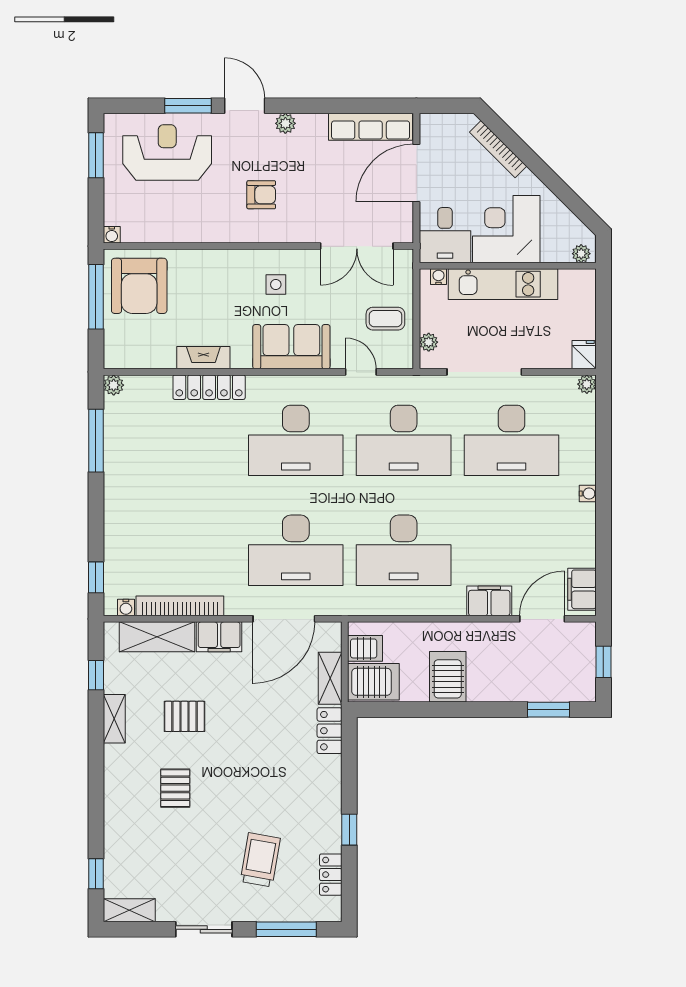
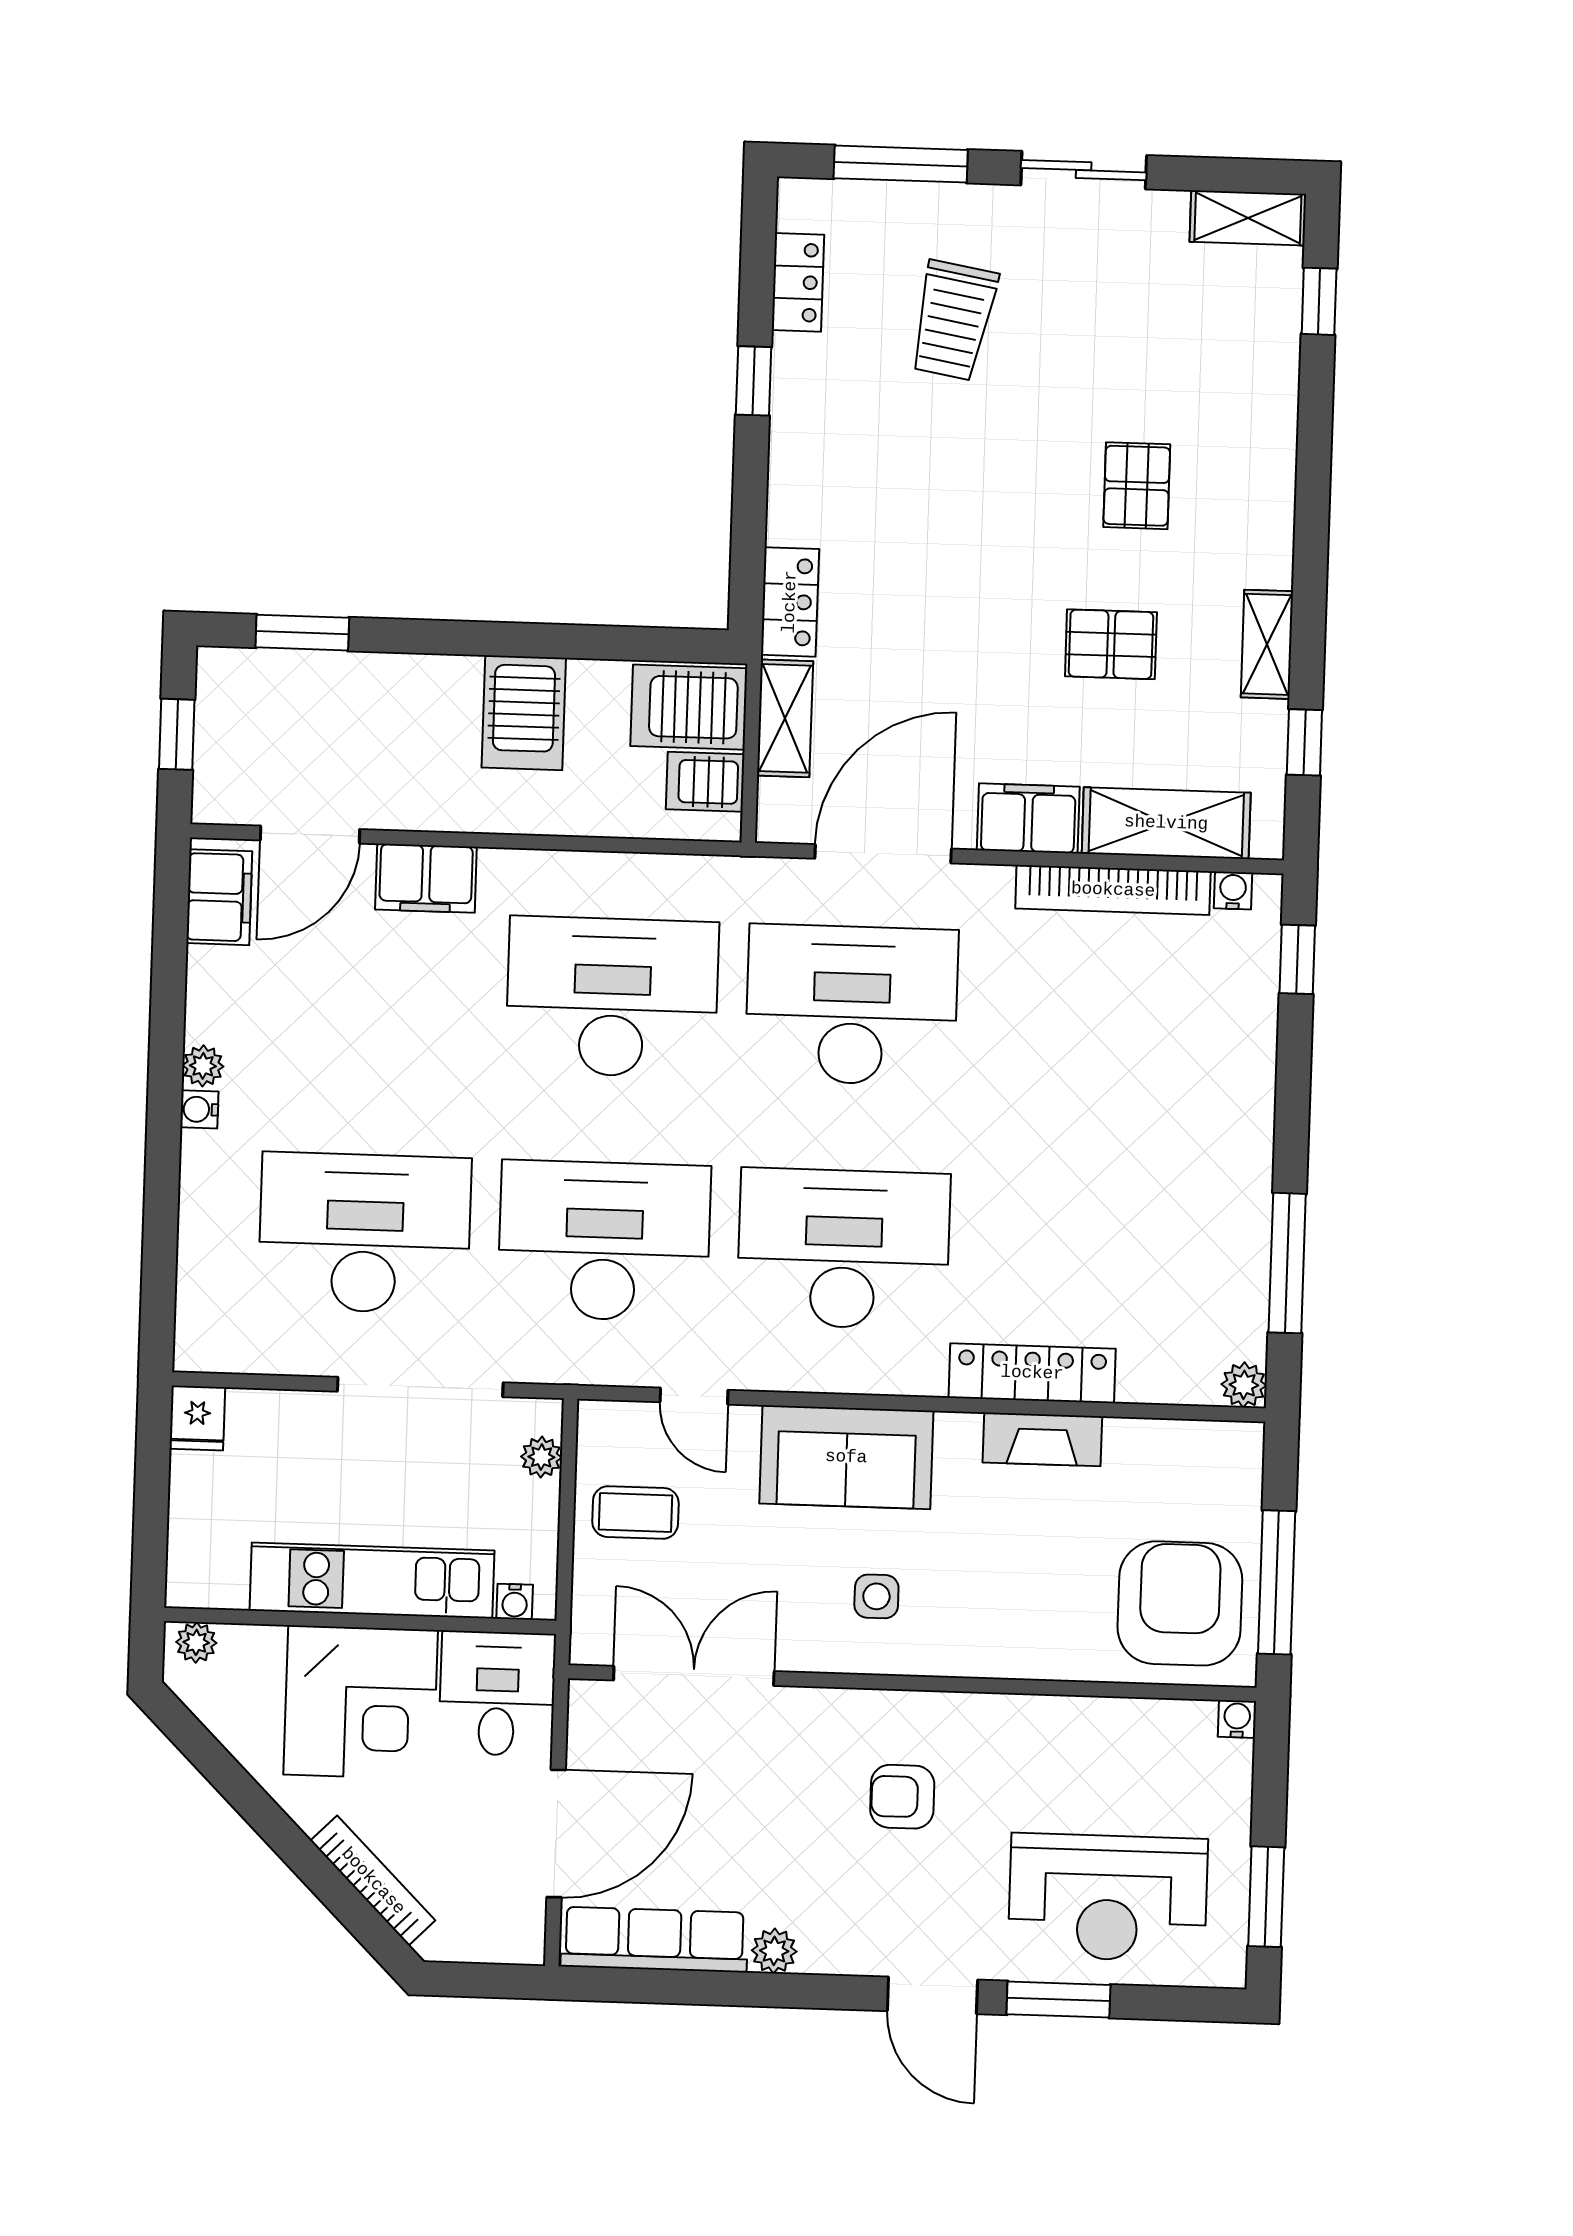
plant: (285, 123) -> (774, 1951), moved
plant: (587, 384) -> (203, 1066), moved

